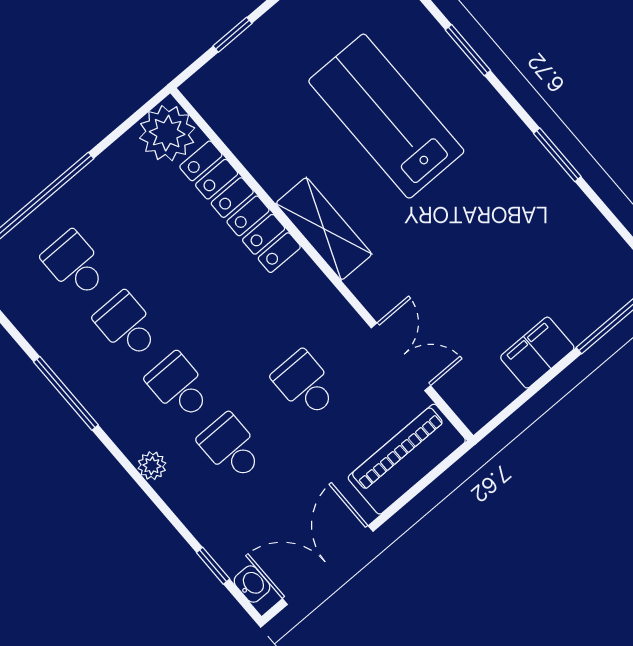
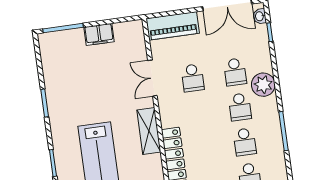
double door: (401, 357) -> (152, 78), moved
plant: (152, 466) -> (263, 85), width x1.88, depth x1.88

